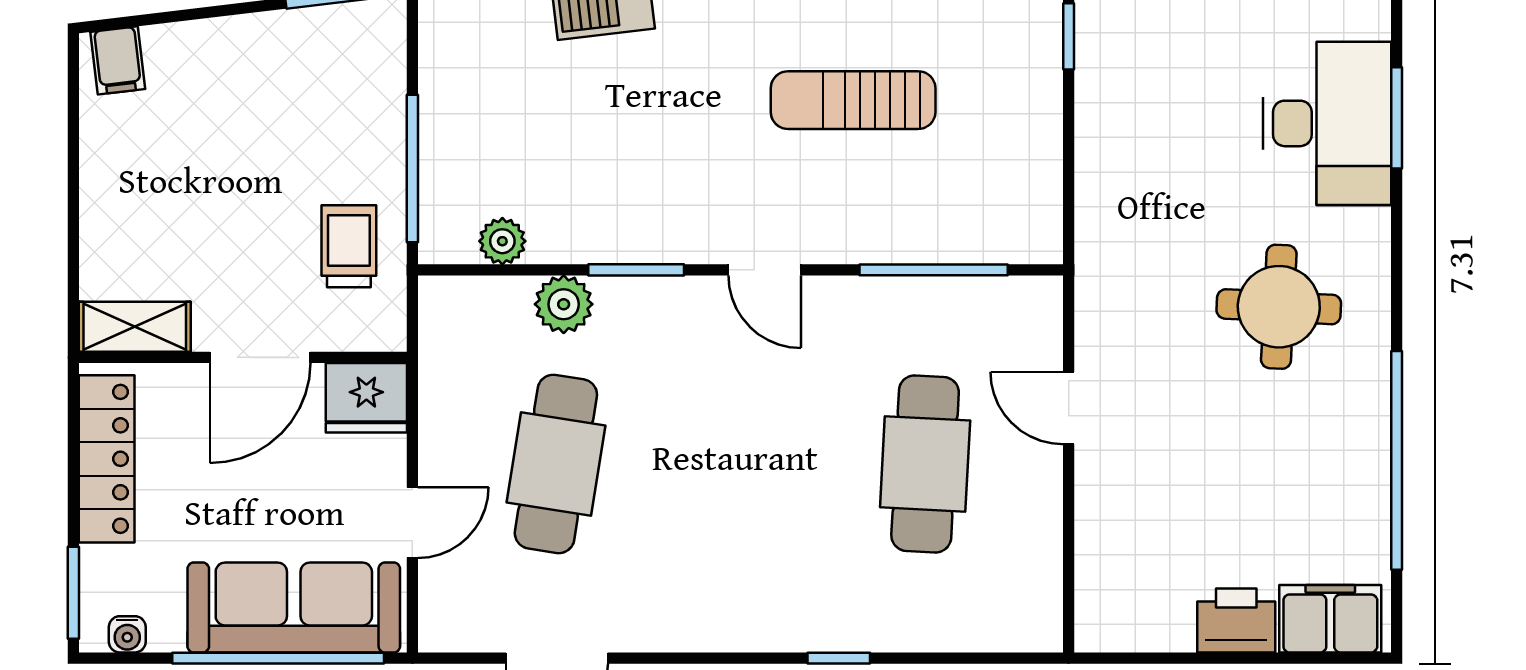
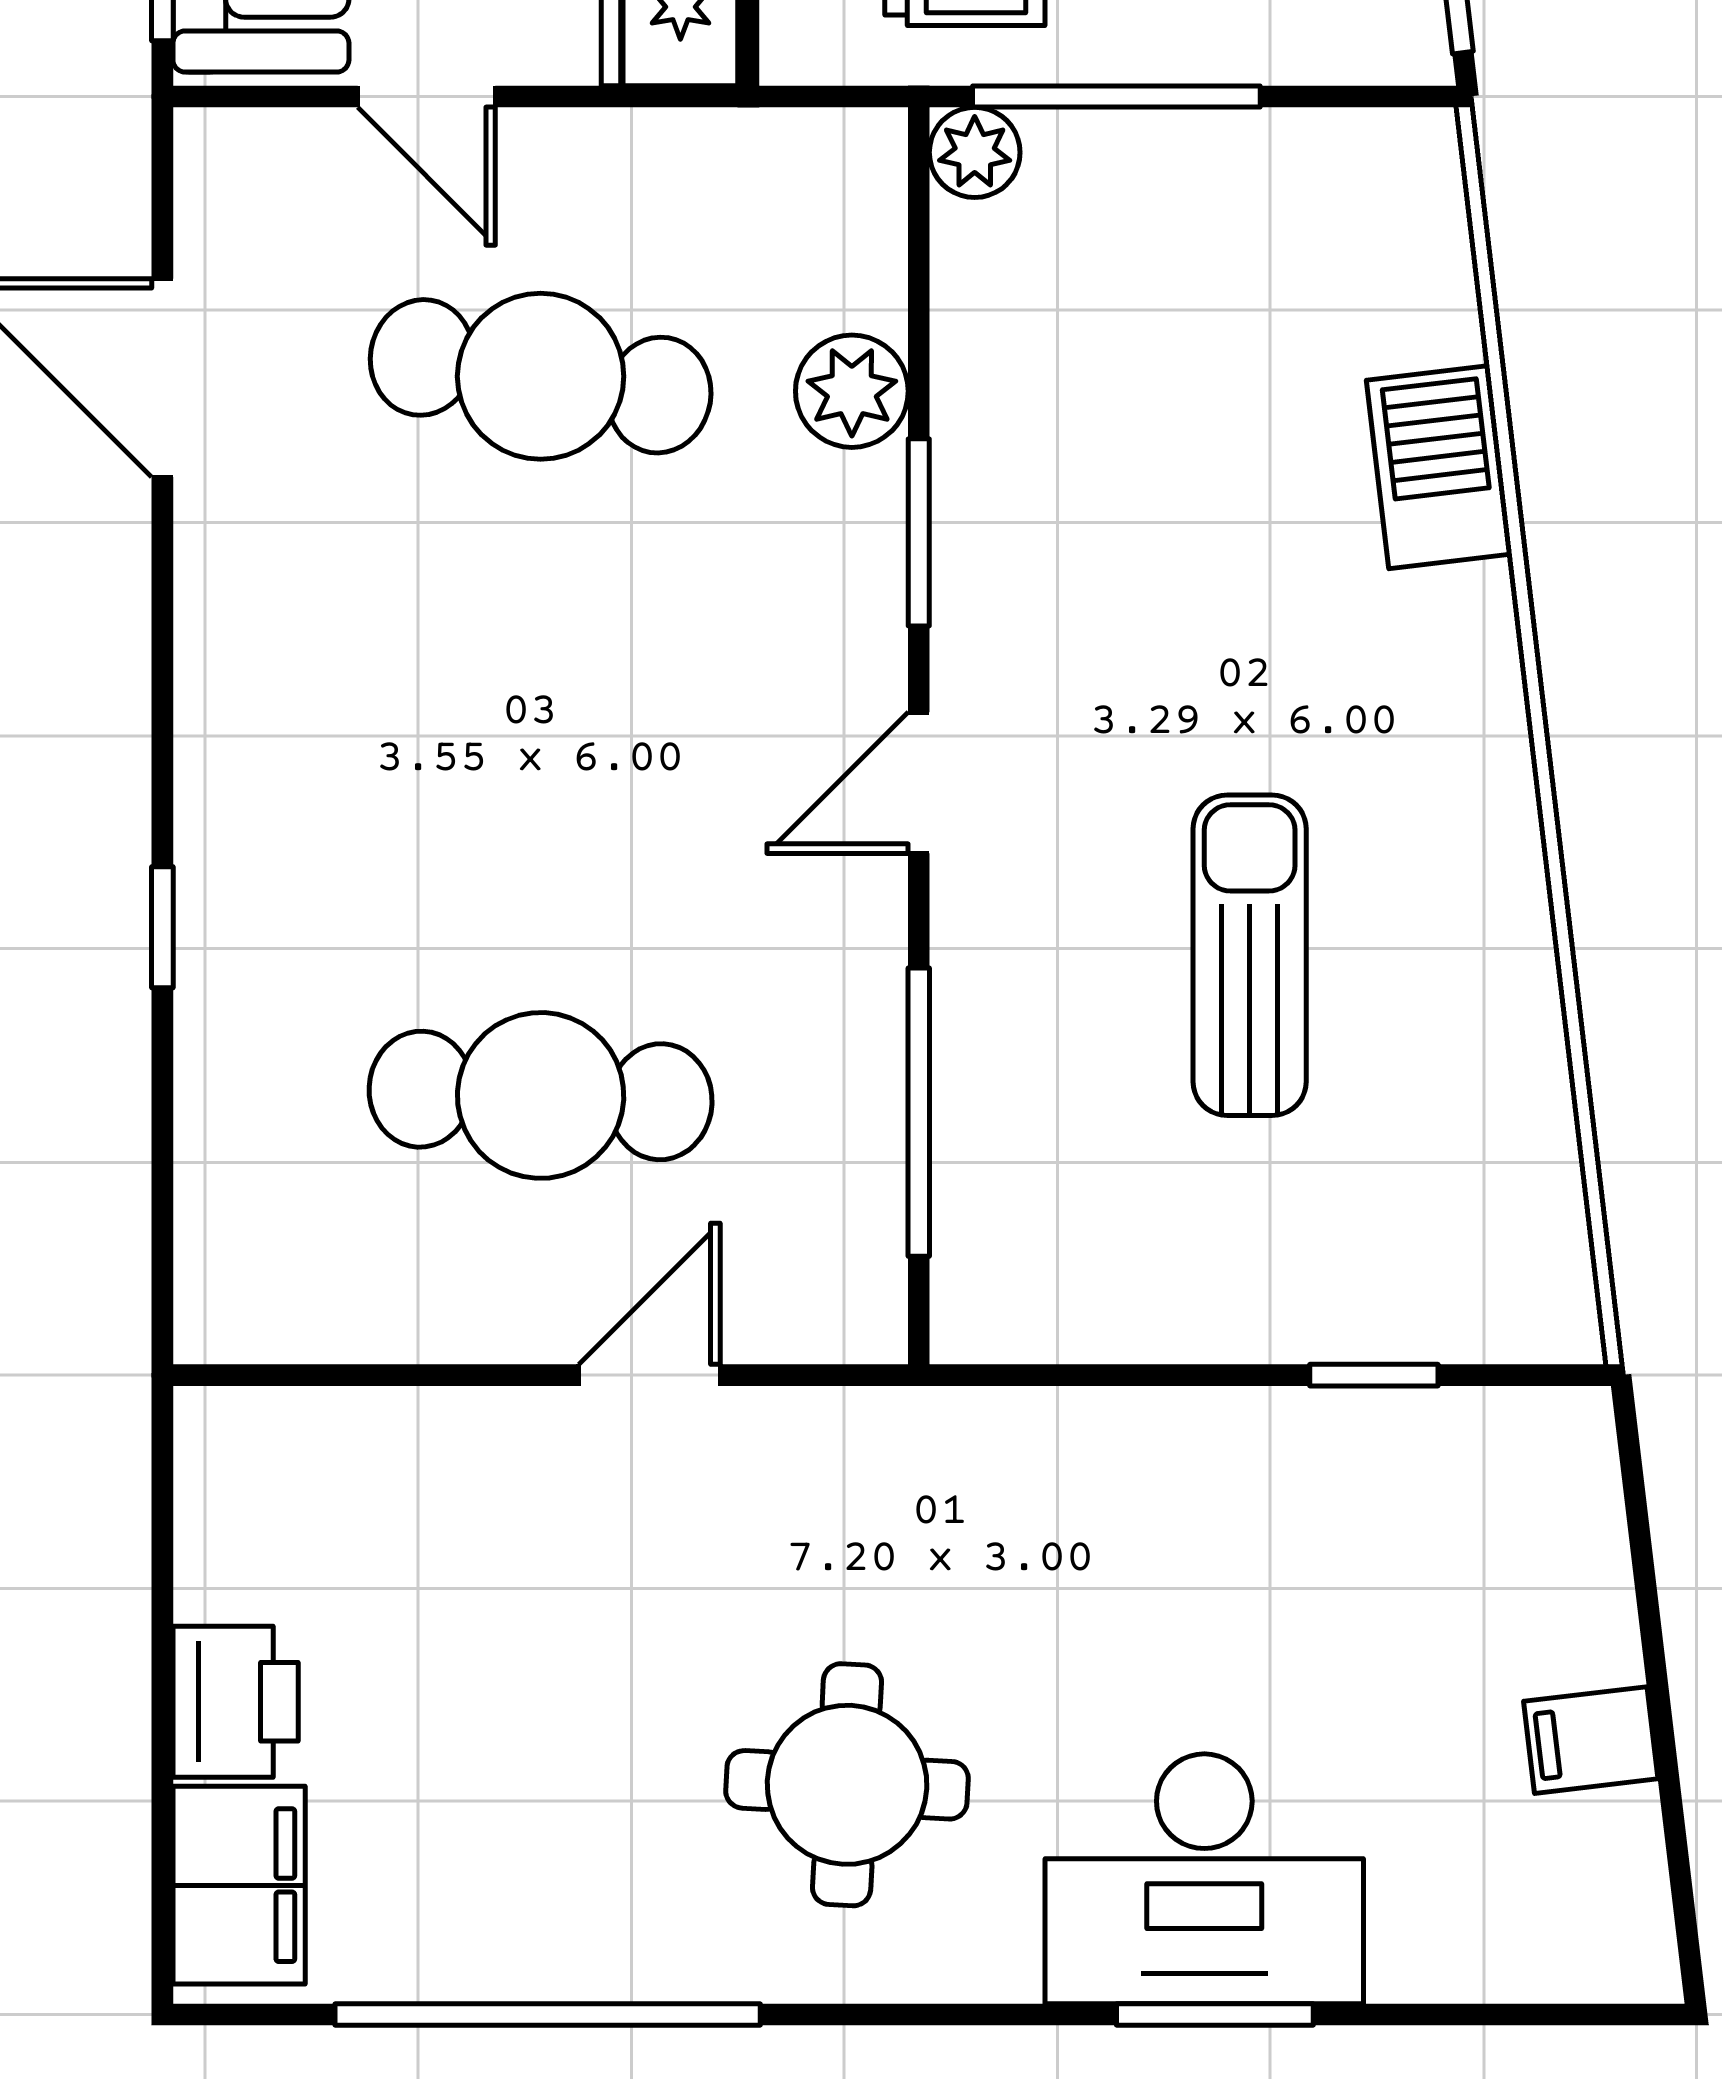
plant: (502, 241) -> (975, 152), moved

